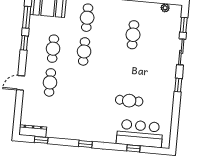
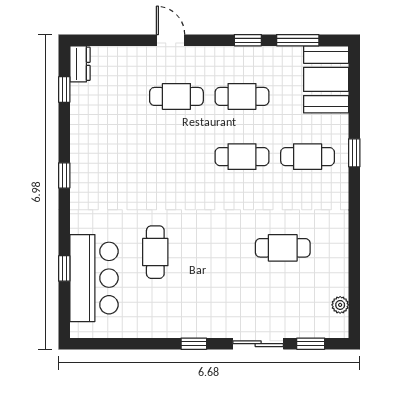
dresser: (33, 131) -> (80, 64), width x0.70

